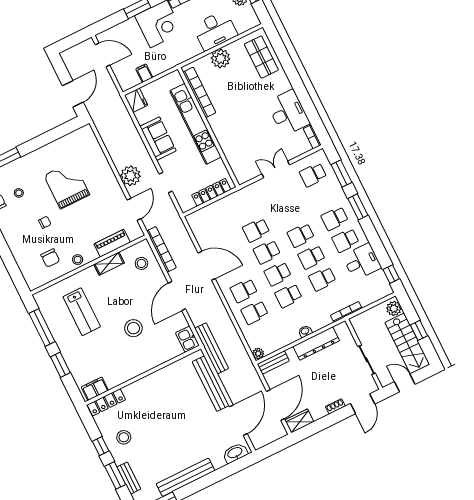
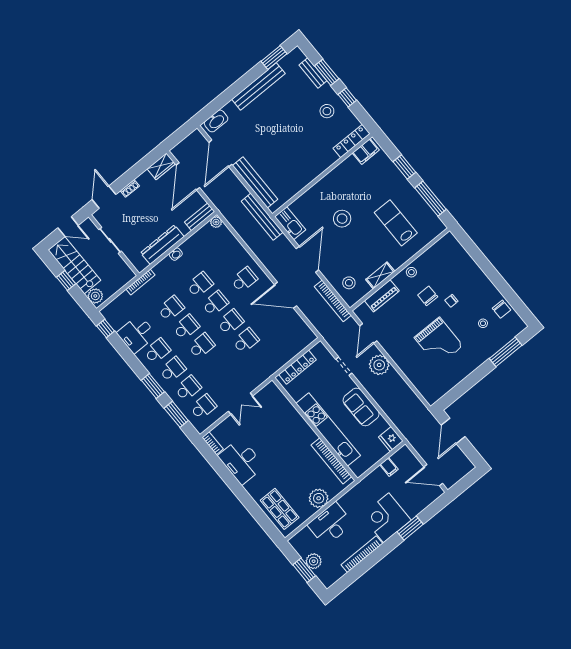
chair: (50, 258) -> (428, 296), moved
school desk: (255, 312) -> (188, 388), moved
kitchen sink: (187, 339) -> (290, 223), width x1.38

